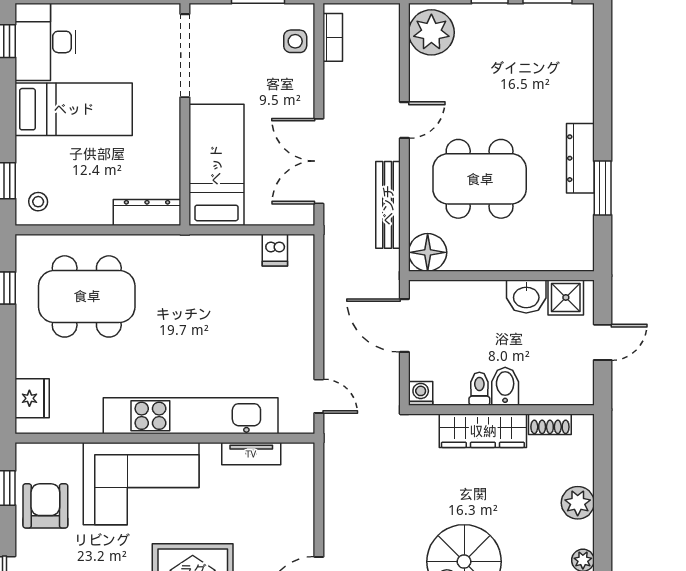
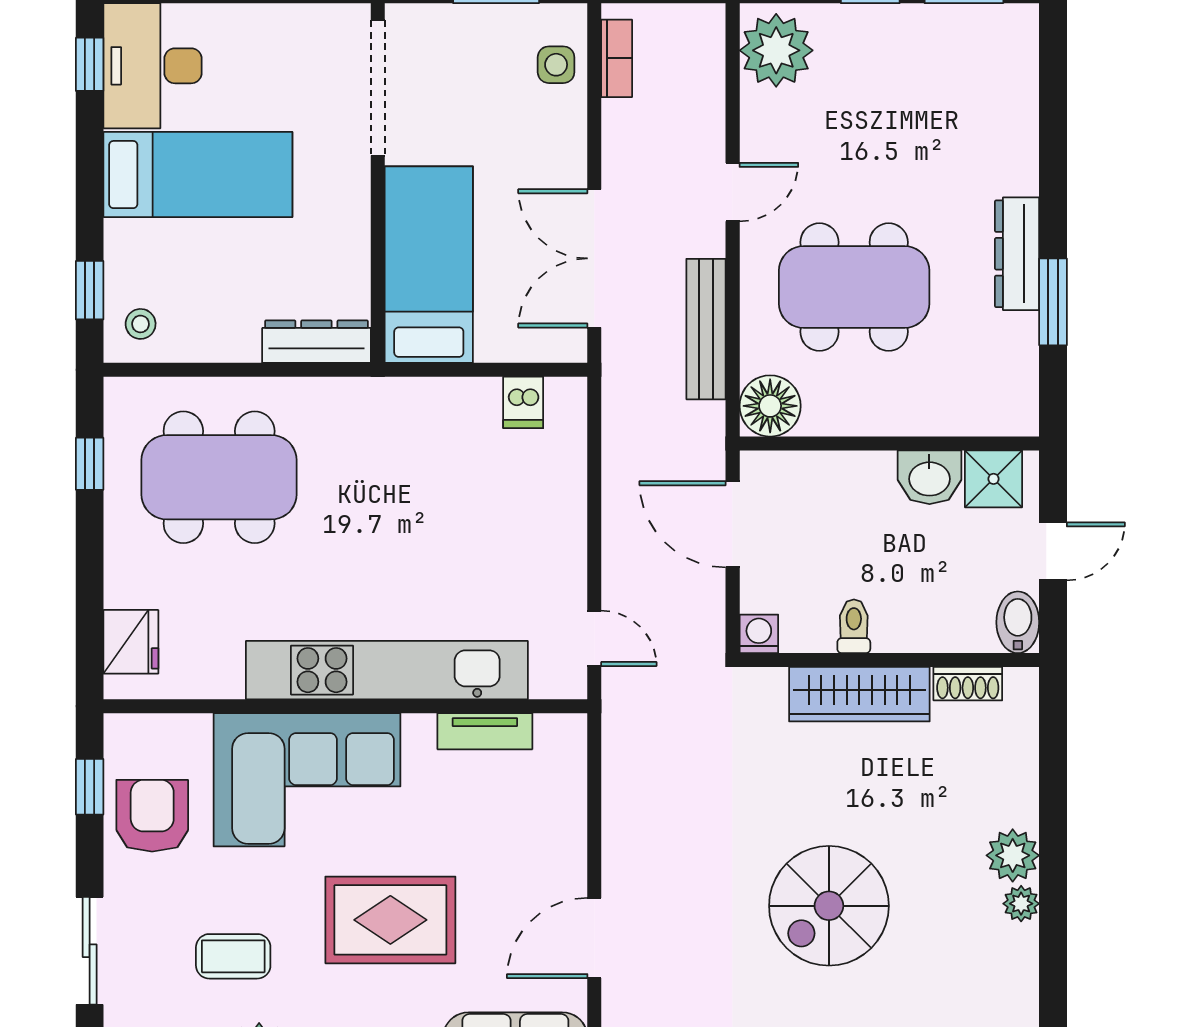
bidet: (505, 386) -> (1018, 622), moved
plant: (578, 503) -> (1013, 855), moved

